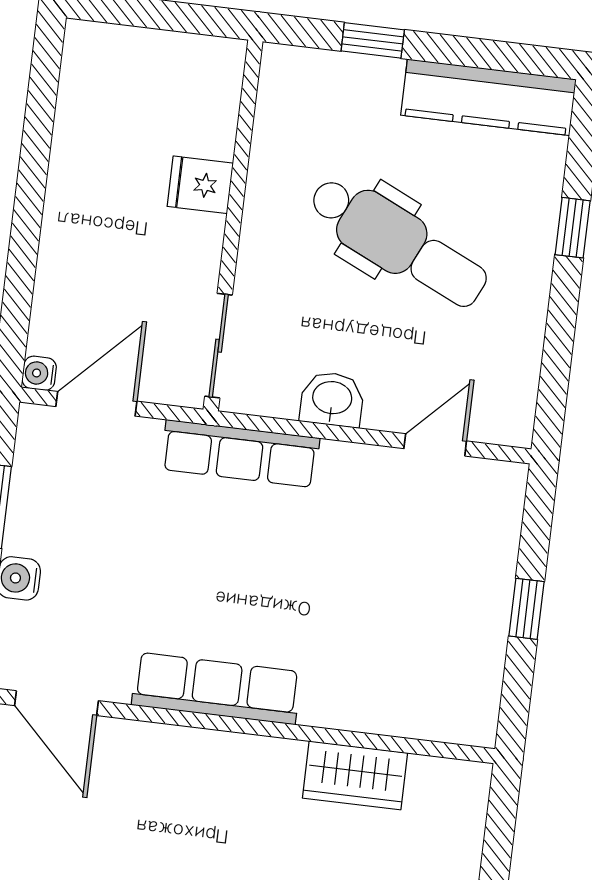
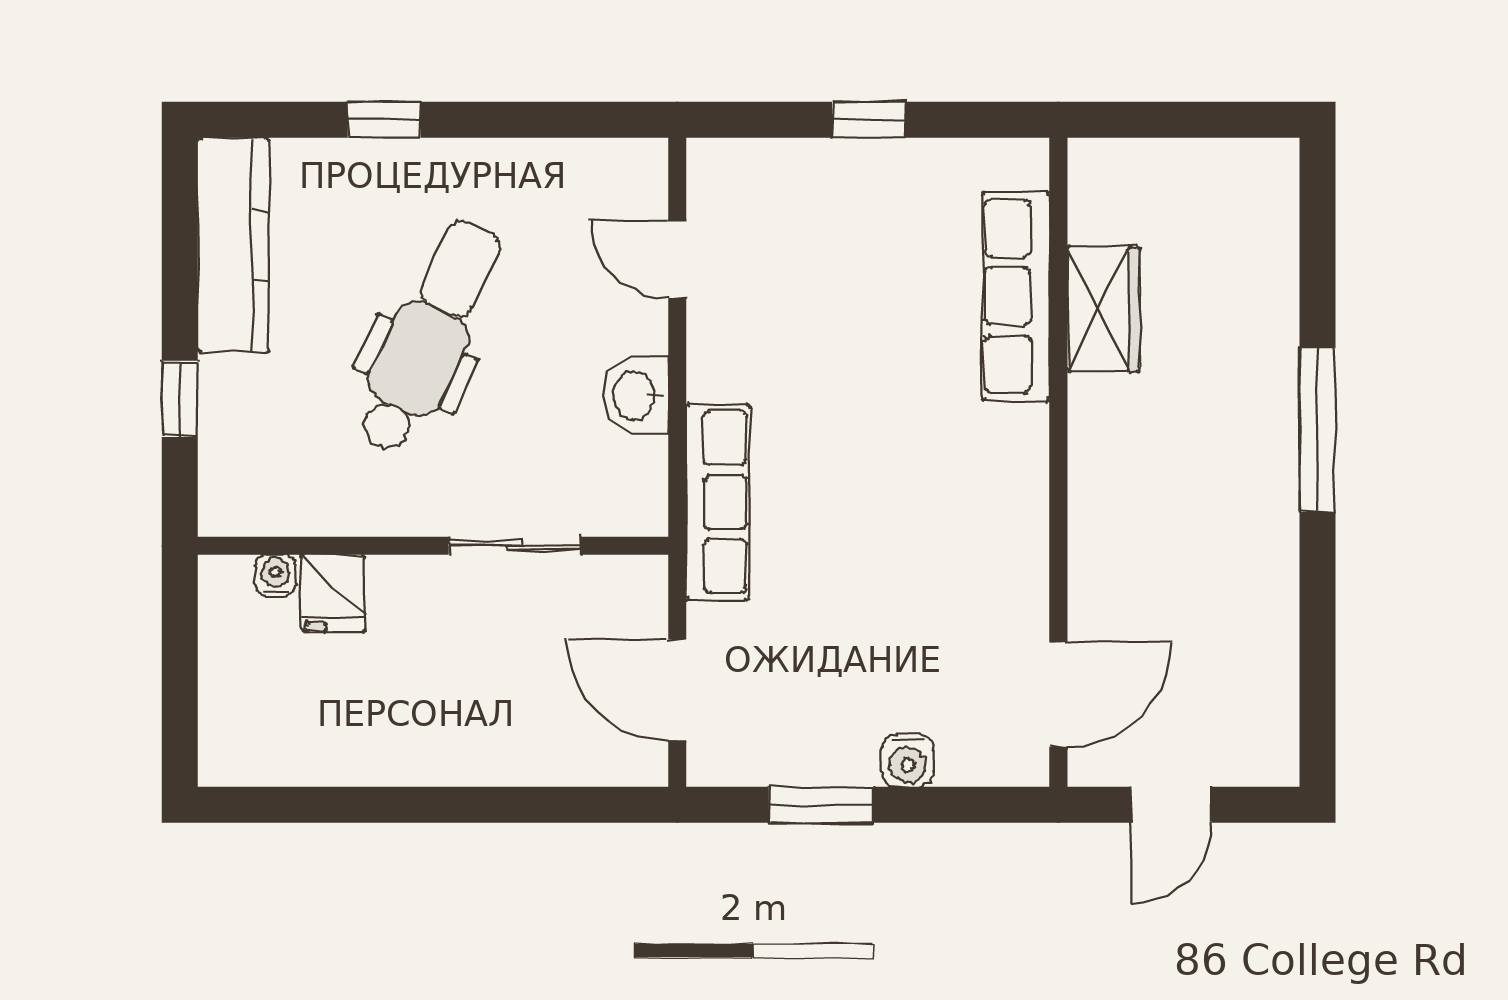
fridge: (200, 185) -> (333, 593), moved
sliding door: (219, 346) -> (514, 546), moved
water cooler: (39, 373) -> (275, 575), moved, turned 180
row of seats: (216, 688) -> (1016, 296), moved

